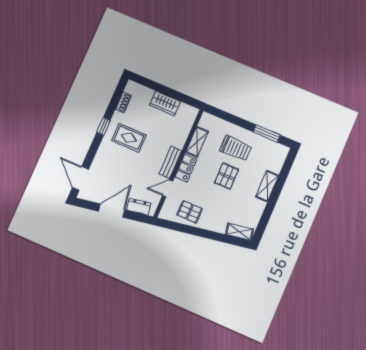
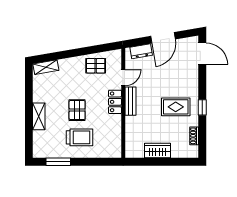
shelving: (197, 142) -> (115, 129), removed
trolley: (236, 148) -> (80, 137), turned 180

